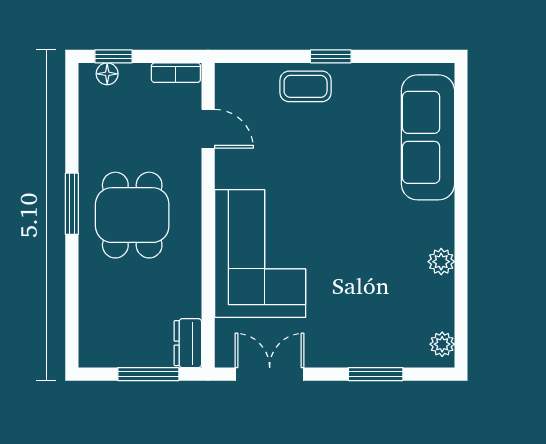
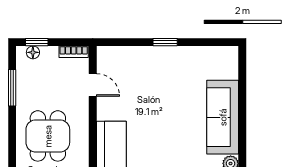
coffee table: (306, 86) -> (150, 60), removed
sofa: (428, 137) -> (223, 117), moved
window: (72, 204) -> (12, 88), moved

